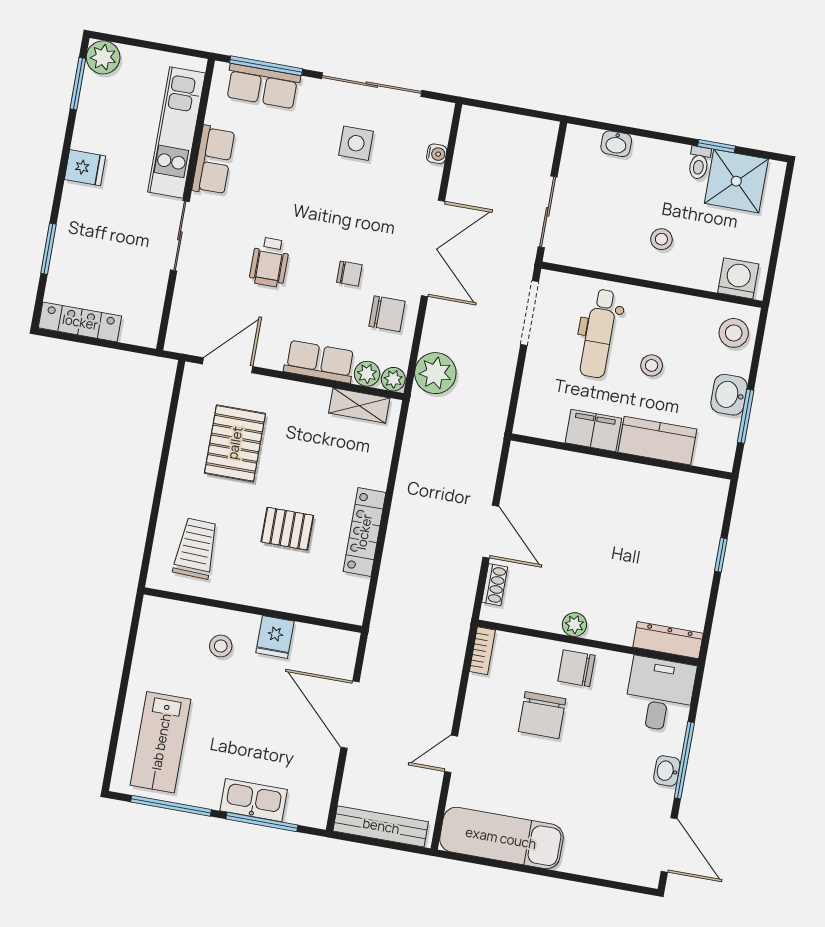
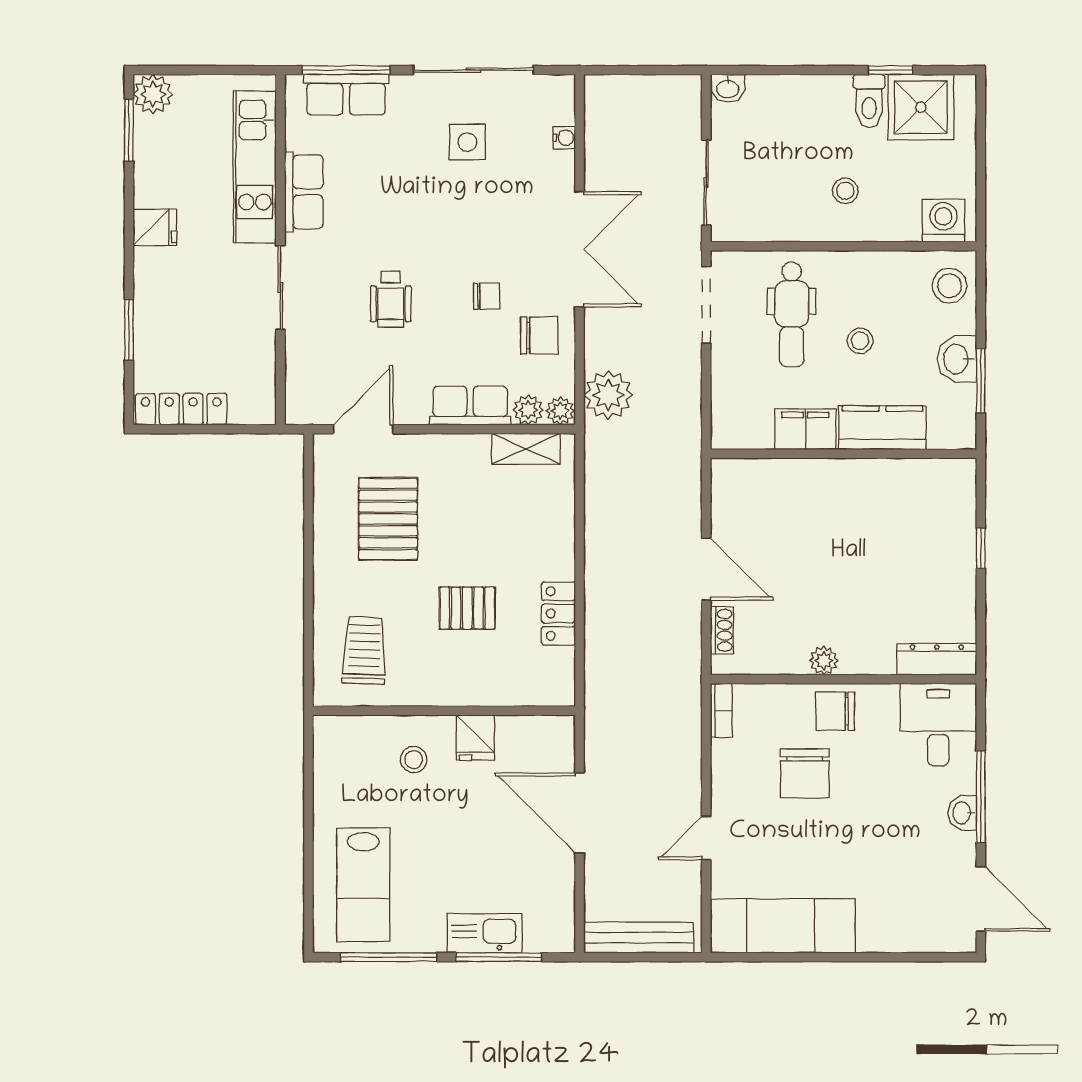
washbasin: (616, 144) -> (728, 88), moved
toilet: (699, 163) -> (869, 101), width x1.37, depth x1.39
locker: (364, 532) -> (558, 614), width x0.66

